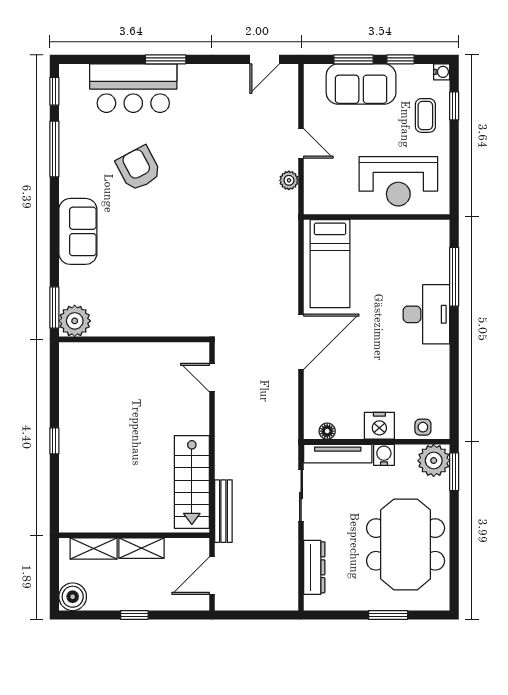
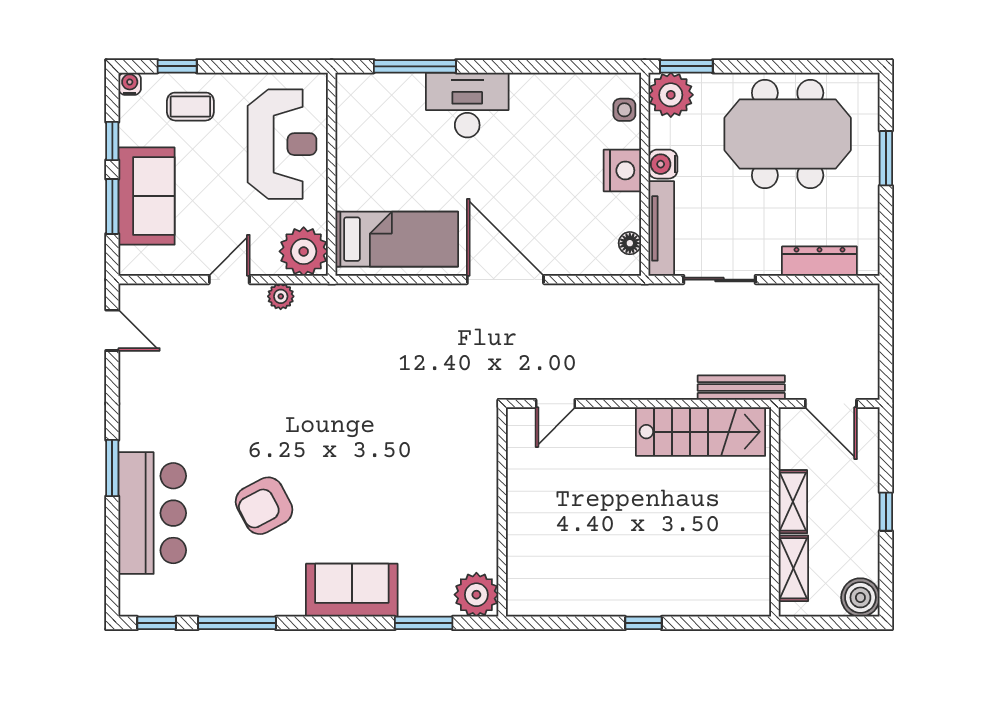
plant: (321, 197) -> (304, 251), added
window: (54, 308) -> (424, 623), moved

